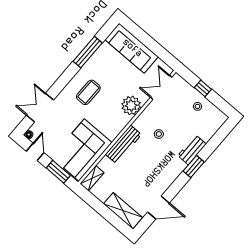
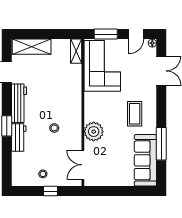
sofa: (132, 48) -> (145, 160), moved, turned -90
double door: (161, 87) -> (83, 165), swing flipped
workbench: (123, 144) -> (19, 103), moved, turned 180
door: (35, 152) -> (136, 34), hinge flipped

